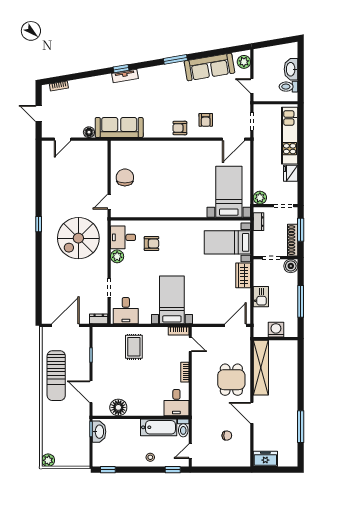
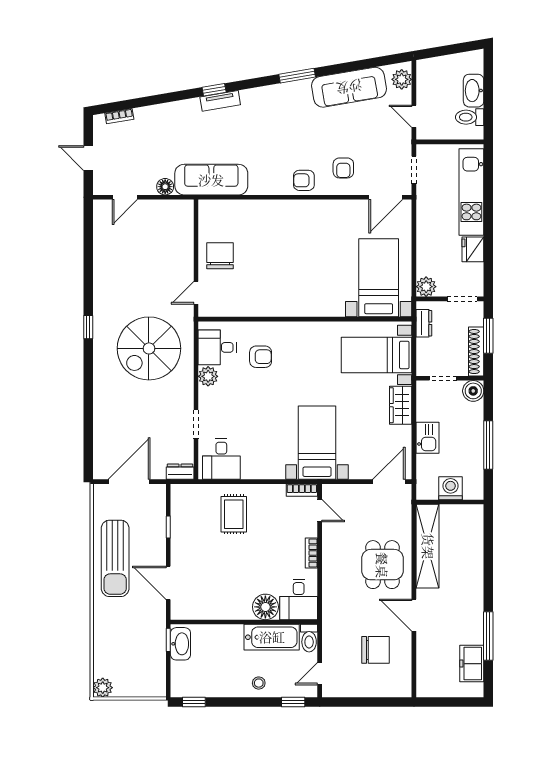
bed with nightstands: (172, 300) -> (317, 443), moved
floor lamp: (118, 407) -> (265, 607), moved
chair: (227, 436) -> (376, 650), width x1.87, depth x1.87
freezer: (265, 459) -> (472, 664), moved, turned -90

